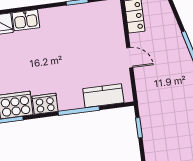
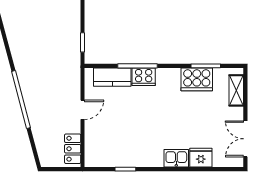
door: (130, 58) -> (83, 110), swing flipped
cooker: (45, 104) -> (144, 77), moved

